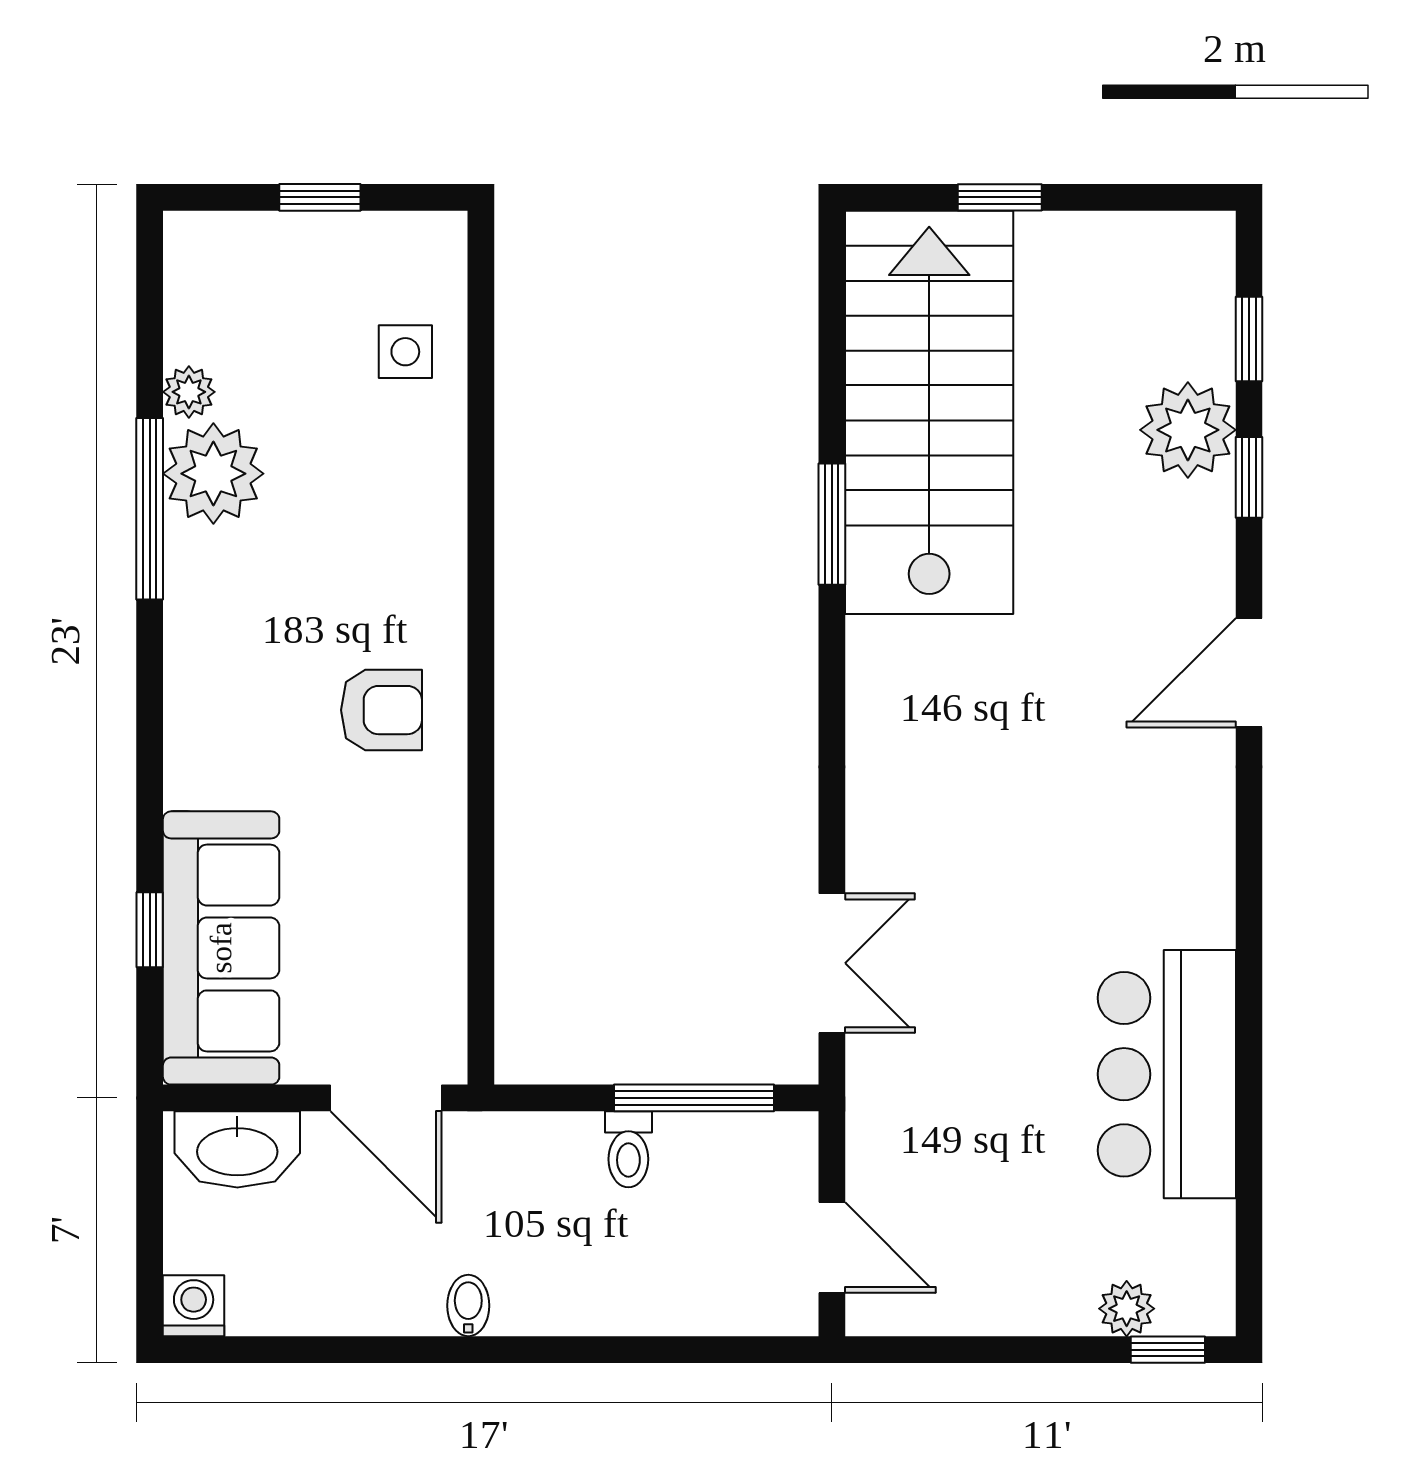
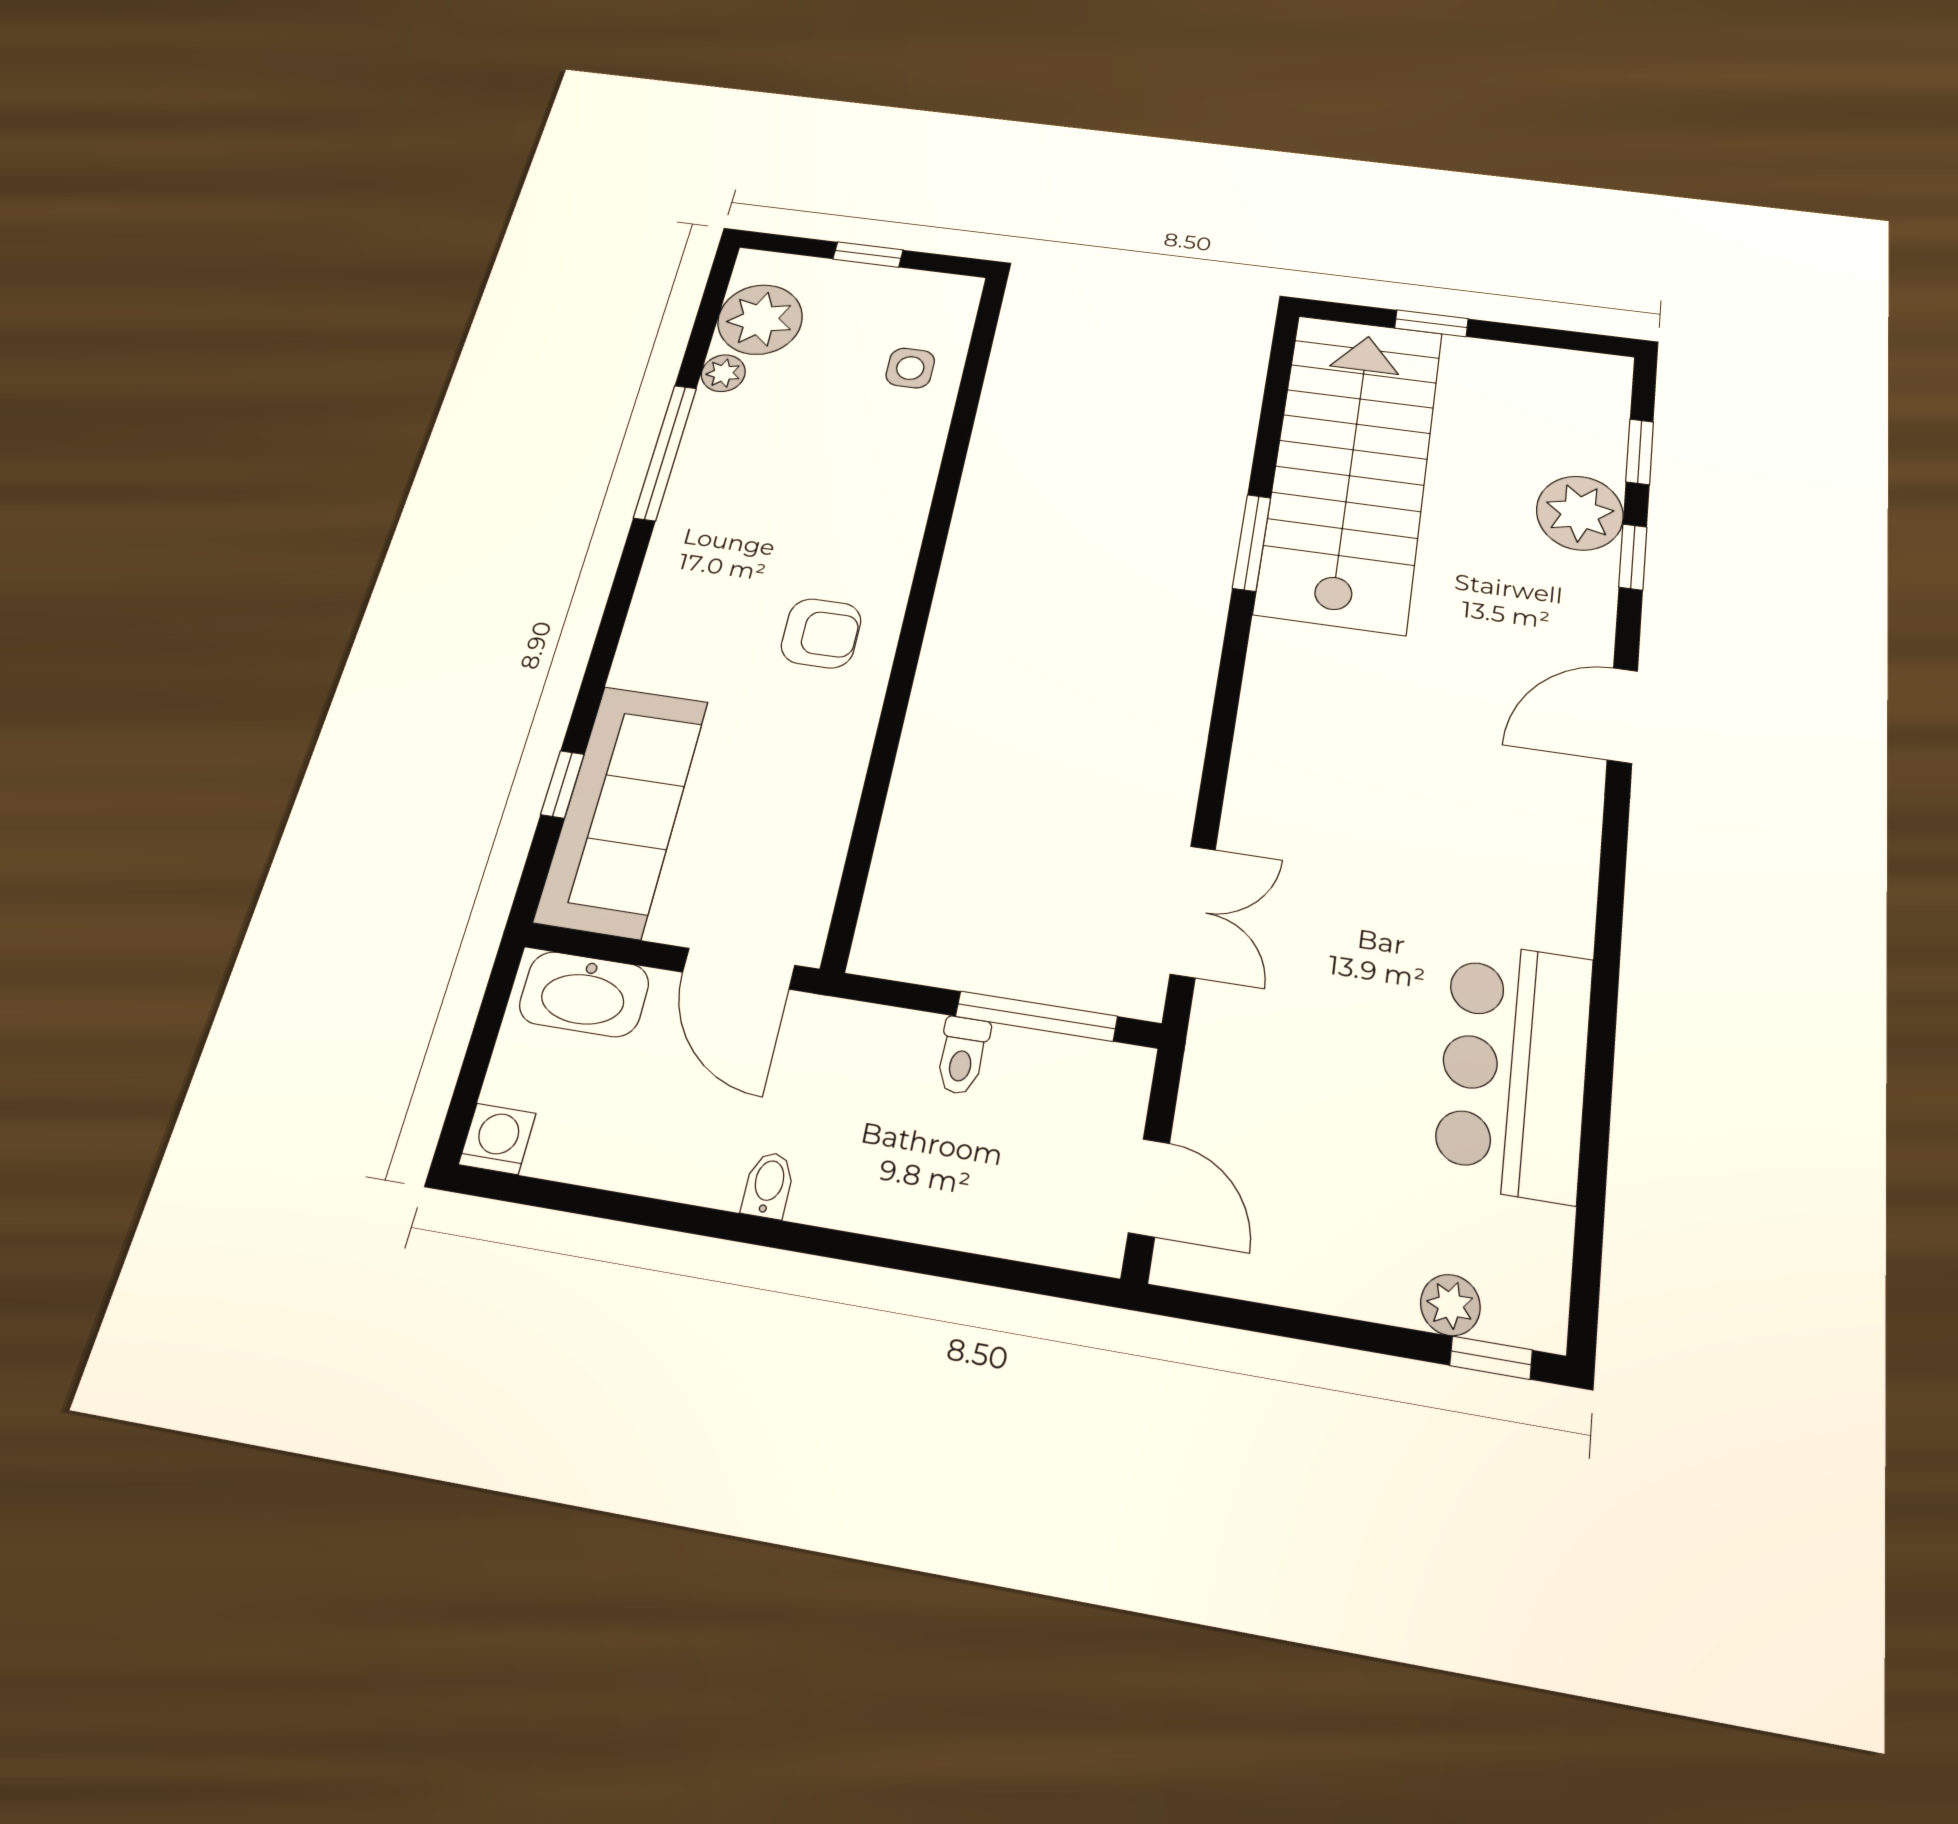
plant: (213, 474) -> (760, 319), moved

